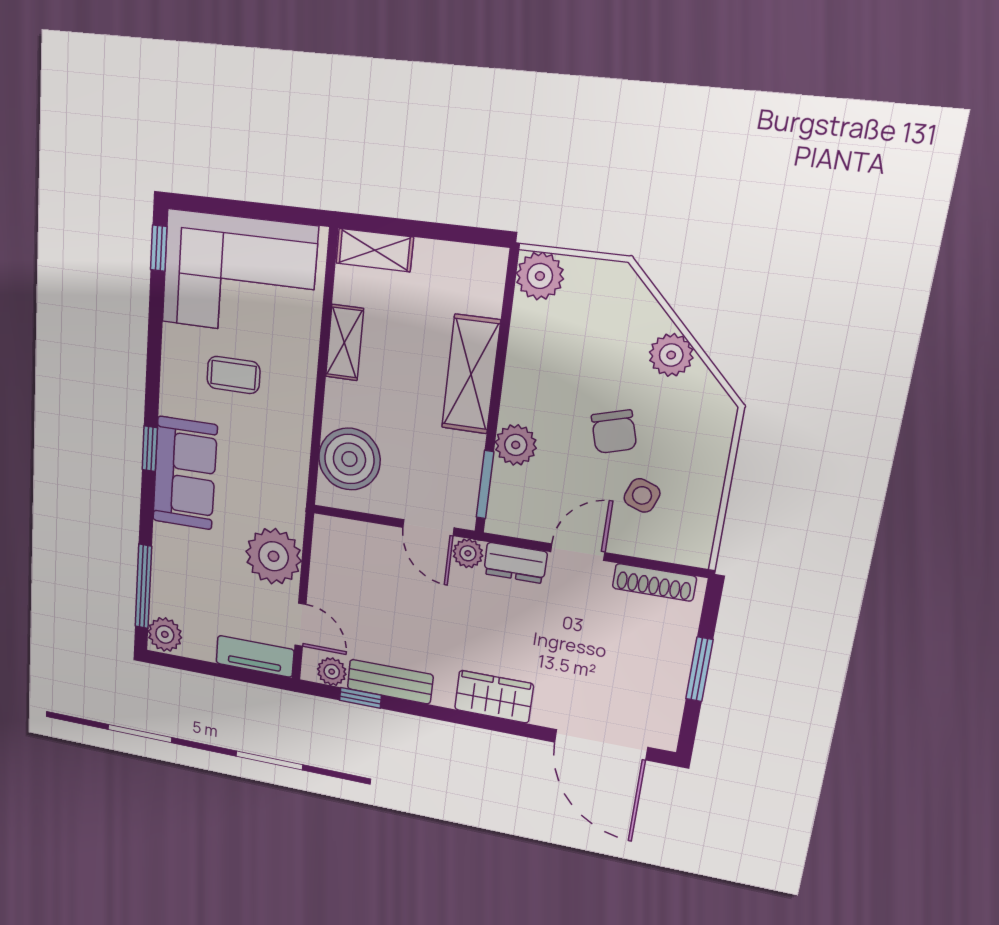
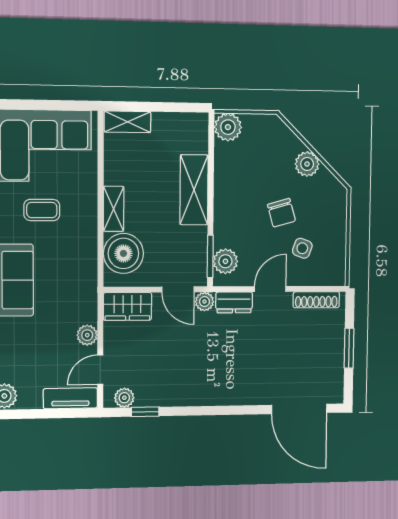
shelving: (344, 343) -> (114, 209), moved
plant: (516, 445) -> (225, 261), moved
plant: (273, 556) -> (87, 335), width x0.53, depth x0.53
door: (300, 625) -> (100, 370), swing flipped
bench: (390, 682) -> (164, 396), removed
wardrobe: (494, 697) -> (127, 306), moved, turned 180

